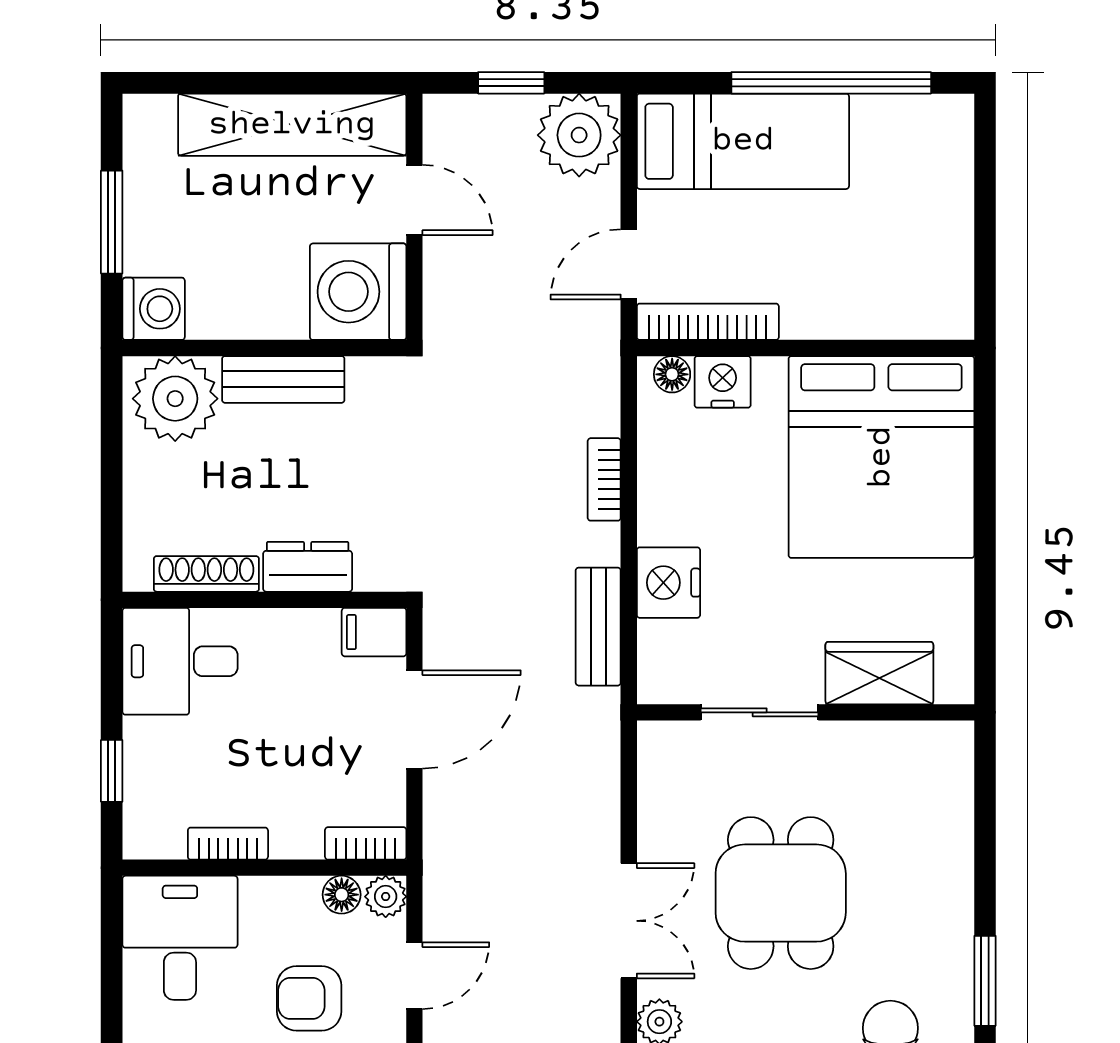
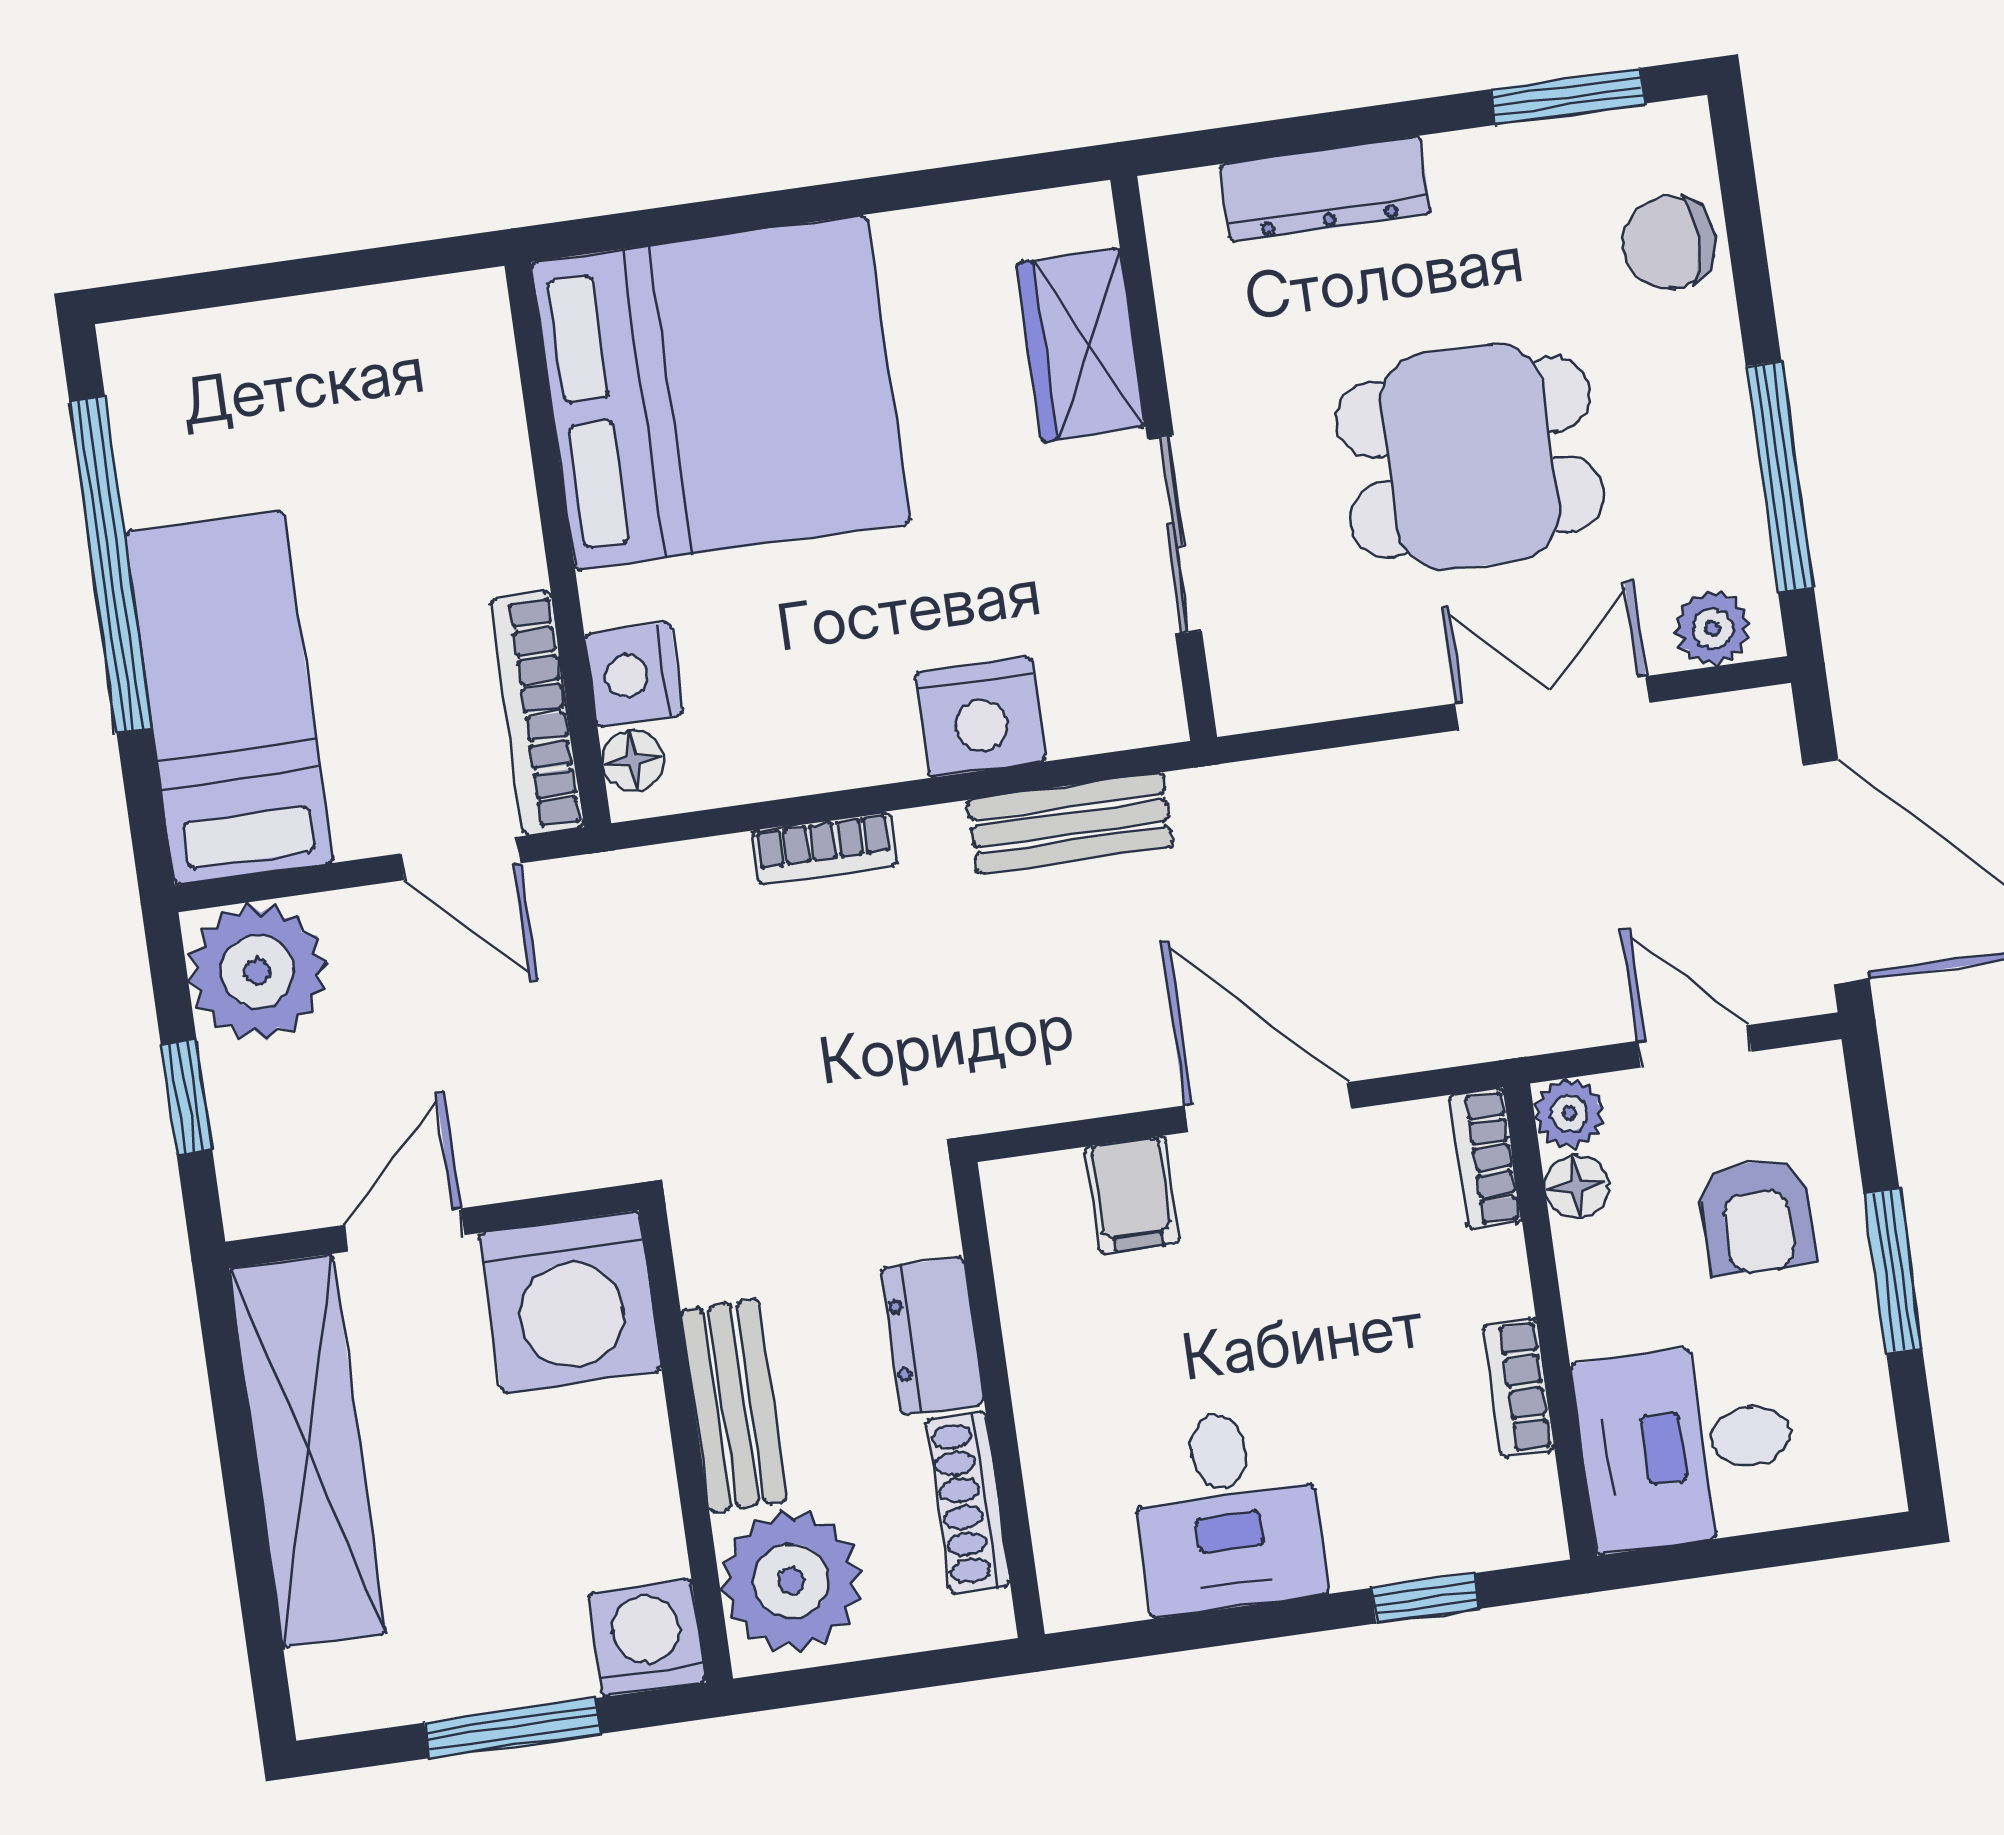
dresser: (308, 567) -> (933, 1336), moved
shoe rack: (206, 574) -> (968, 1503), moved
wall: (264, 600) -> (998, 1400), moved
dresser: (951, 830) -> (1325, 189), added

